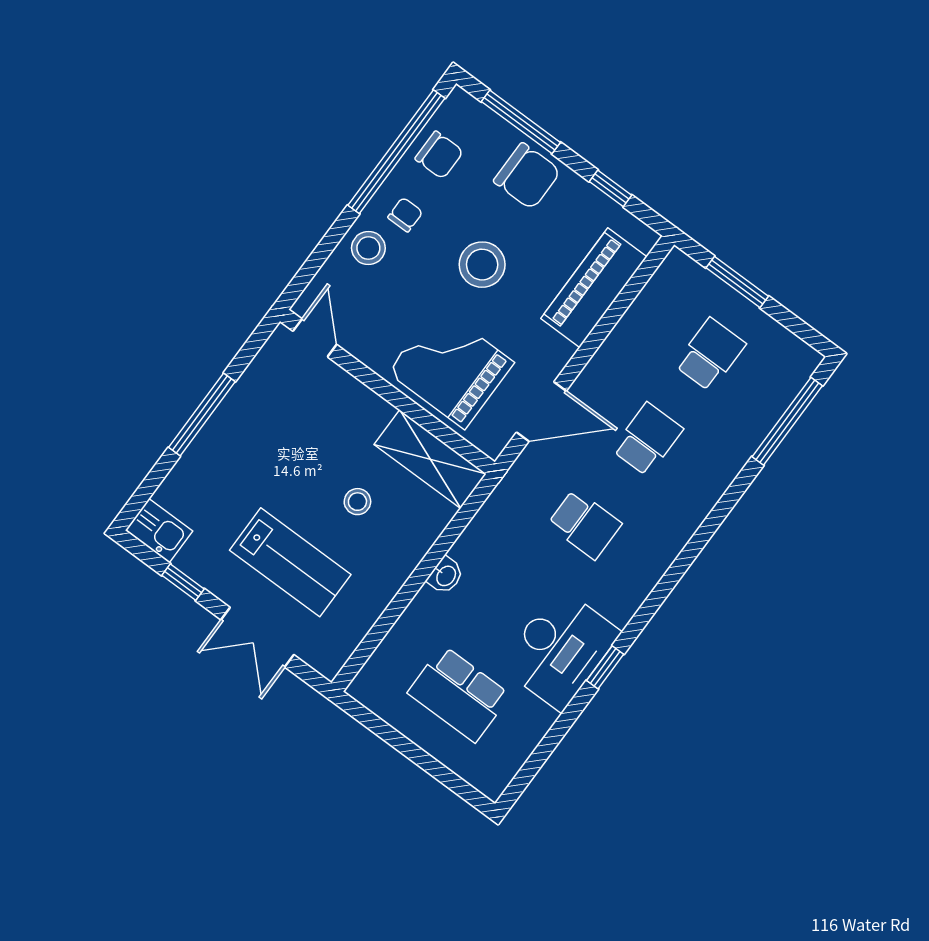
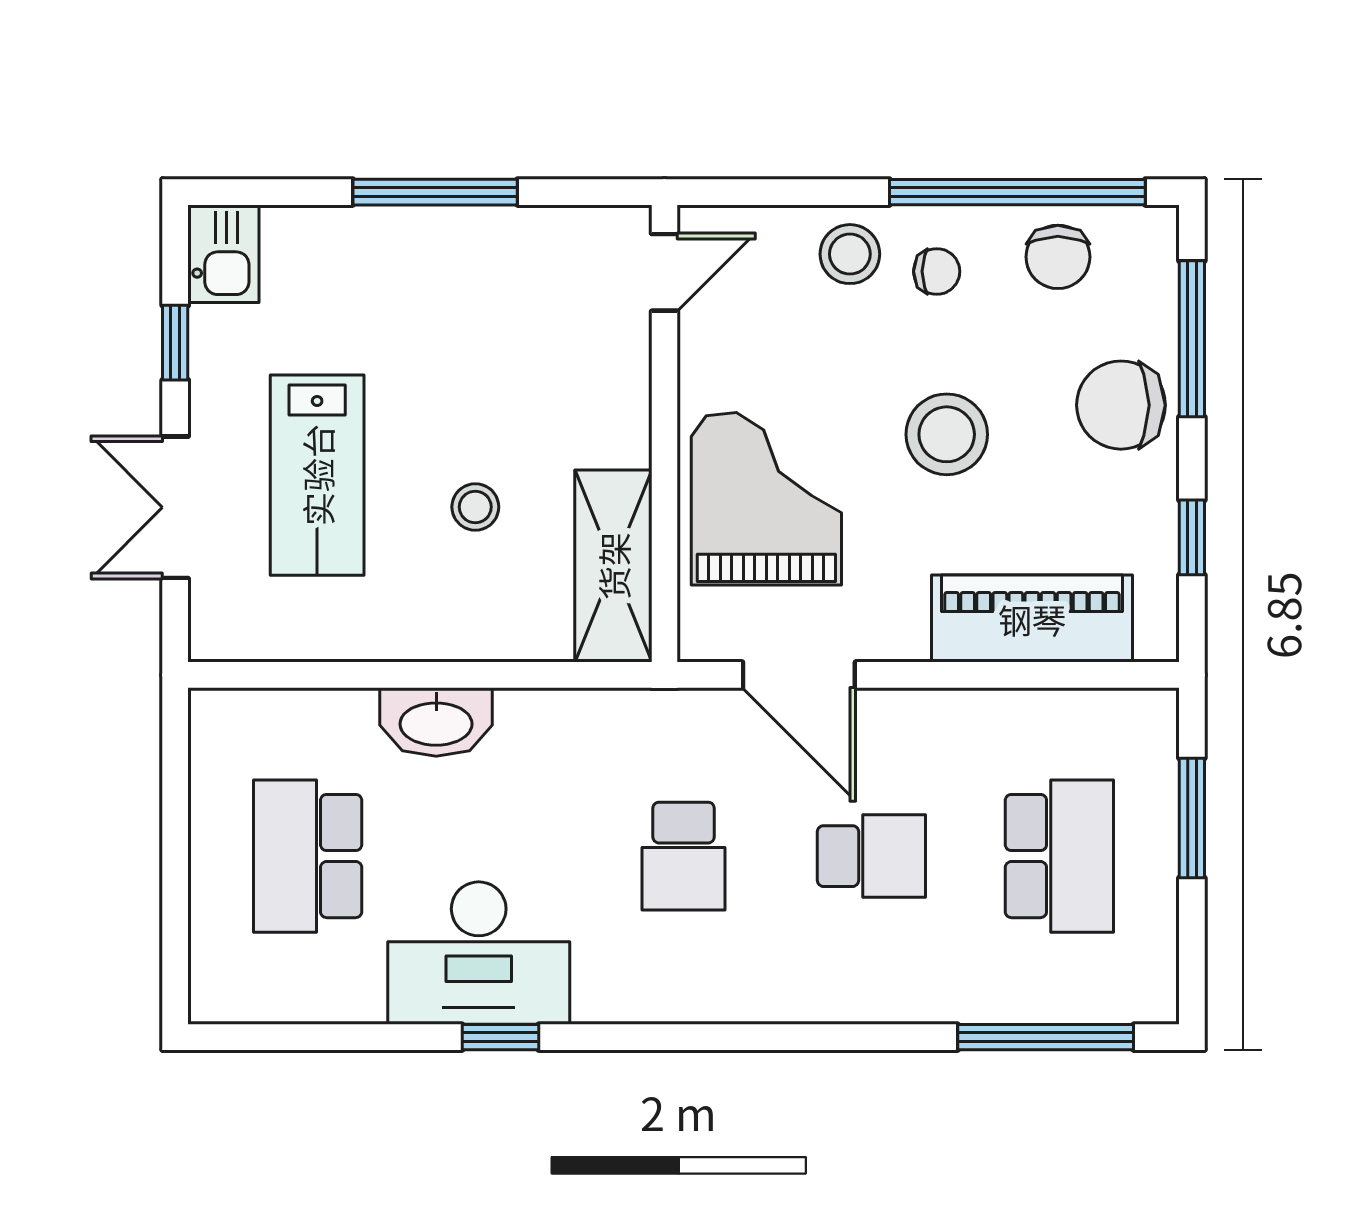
chair: (527, 176) -> (1121, 405), turned 90
school desk: (710, 355) -> (1059, 856), width x1.85
washbasin: (446, 575) -> (436, 722), width x1.91, depth x1.45

